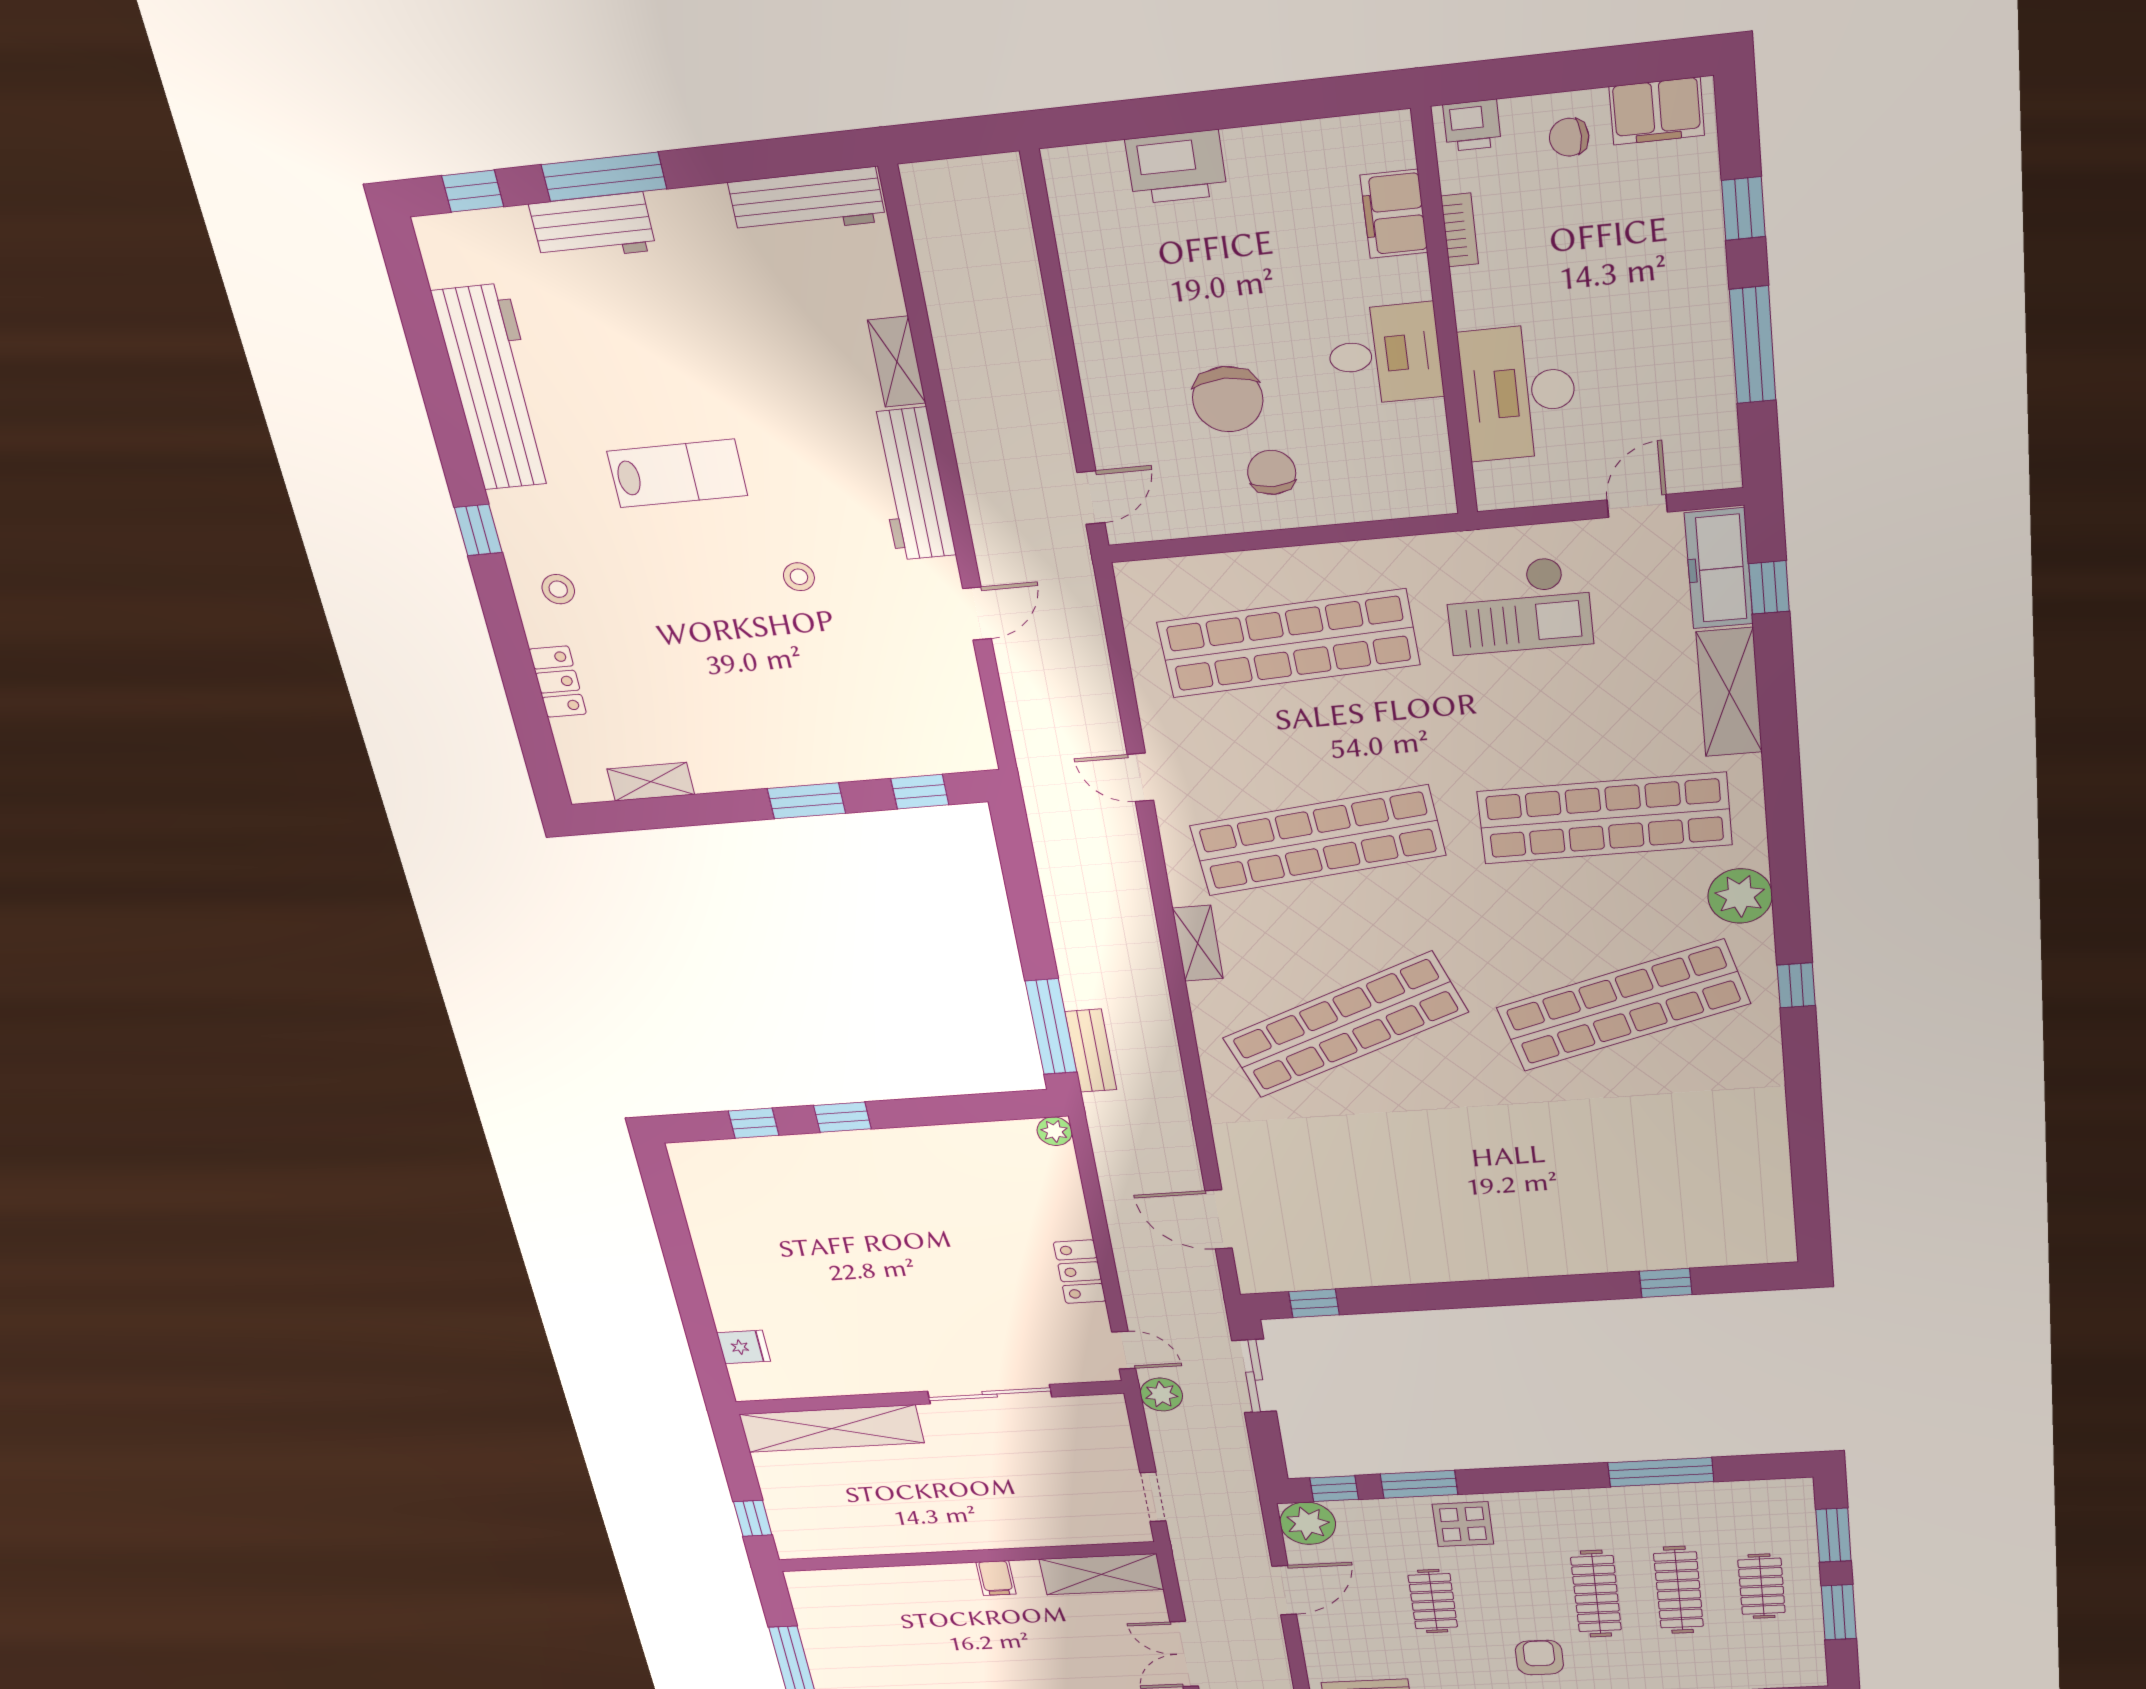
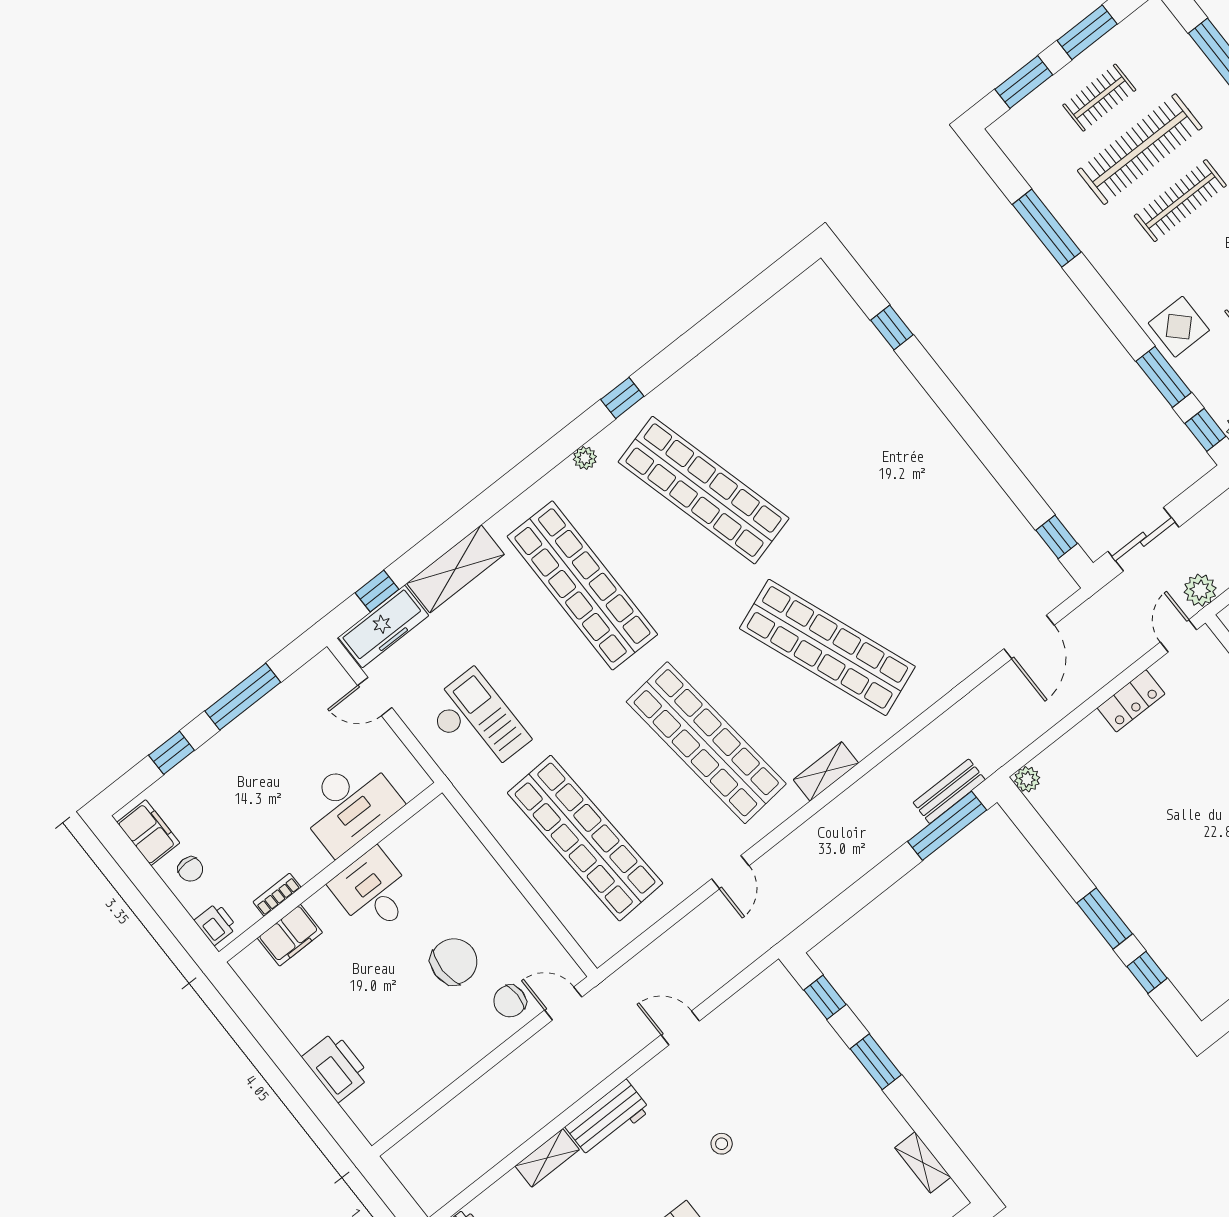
chair: (1272, 472) -> (510, 1001), moved
workbench: (912, 484) -> (608, 1118), width x0.73
plant: (1740, 896) -> (585, 458), width x0.53, depth x0.53
window: (842, 1117) -> (1105, 918), width x1.50
clothes rail: (1679, 1590) -> (1140, 149), width x1.37, depth x1.31

